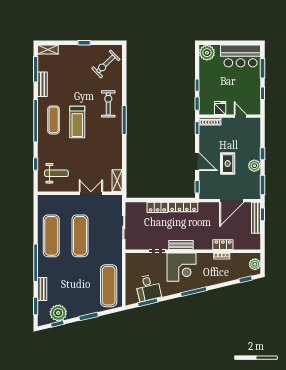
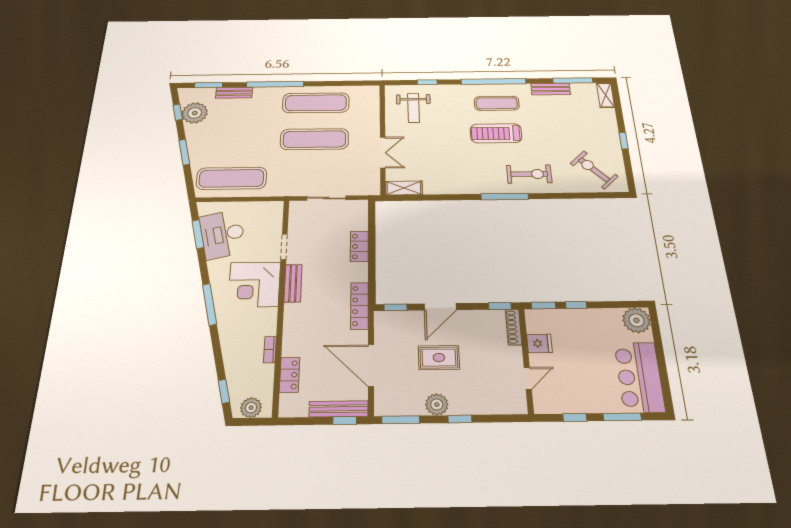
locker: (183, 207) -> (360, 306), moved
locker: (223, 245) -> (290, 375), moved
desk: (148, 288) -> (223, 234), width x1.37

